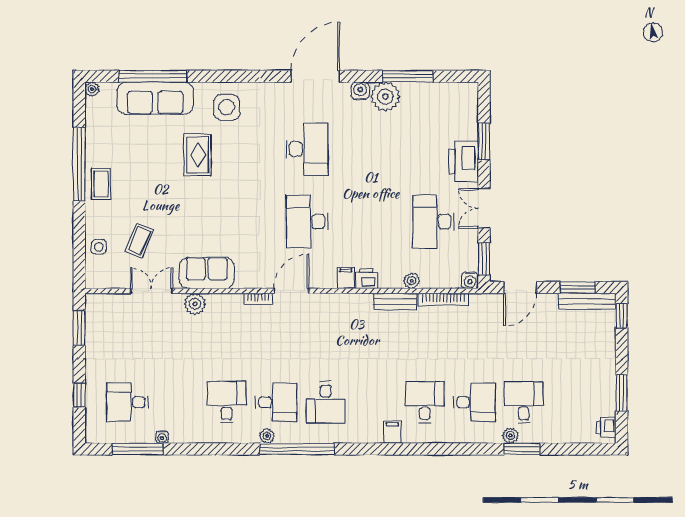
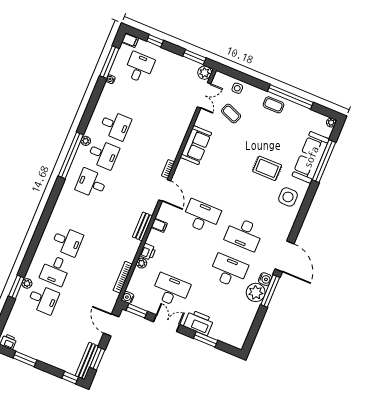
window: (408, 76) -> (270, 291), moved
desk: (370, 149) -> (229, 271), added
printer: (366, 279) -> (148, 252), moved
double door: (151, 291) -> (204, 95), moved
bench: (395, 301) -> (143, 226), moved
plant: (195, 304) -> (205, 73), moved
desk: (276, 402) -> (103, 154), turned -90
filing cabinet: (392, 432) -> (130, 40), moved

